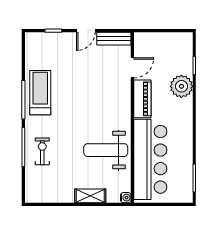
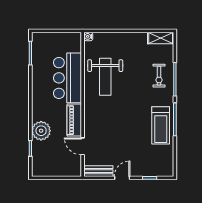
door: (132, 68) -> (83, 146), hinge flipped
weight bench: (106, 150) -> (105, 77), turned 90
bar counter: (150, 159) -> (68, 78), width x0.73
shelving: (90, 196) -> (161, 38), moved

